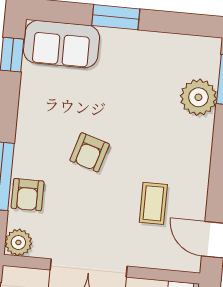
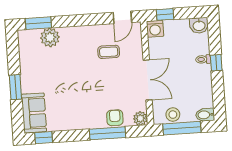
armchair: (90, 152) -> (88, 89), removed
armchair: (28, 195) -> (115, 118), turned -89

